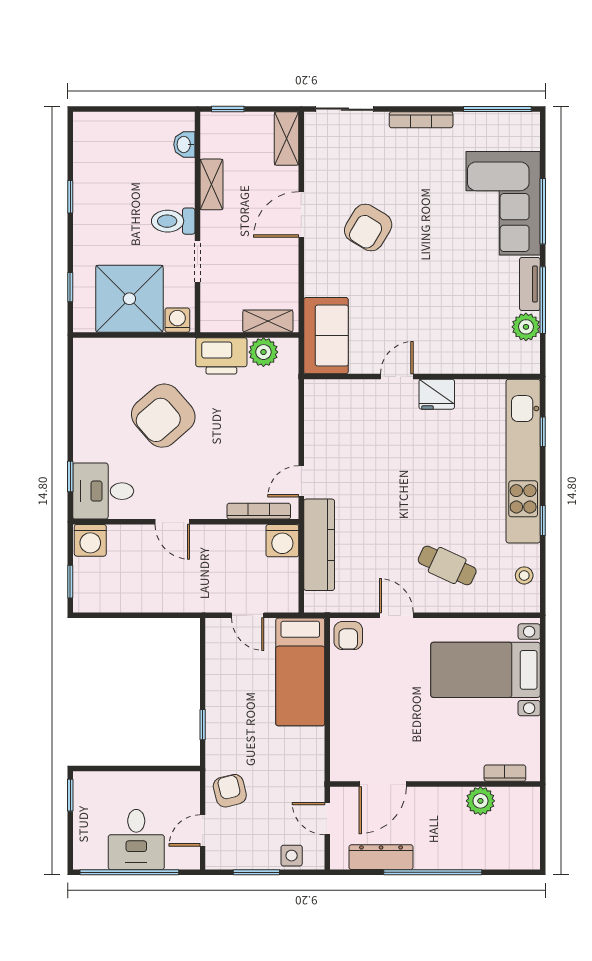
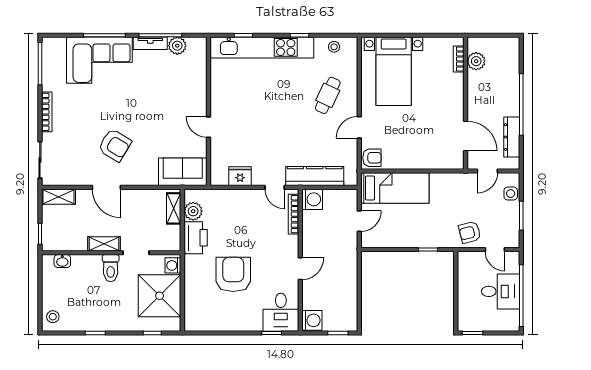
stool: (96, 129) -> (53, 317), added
shelving: (211, 184) -> (104, 244), moved
fridge: (437, 394) -> (240, 176), moved, turned -90
armchair: (163, 416) -> (233, 274), turned -139
plant: (480, 801) -> (476, 61), moved

